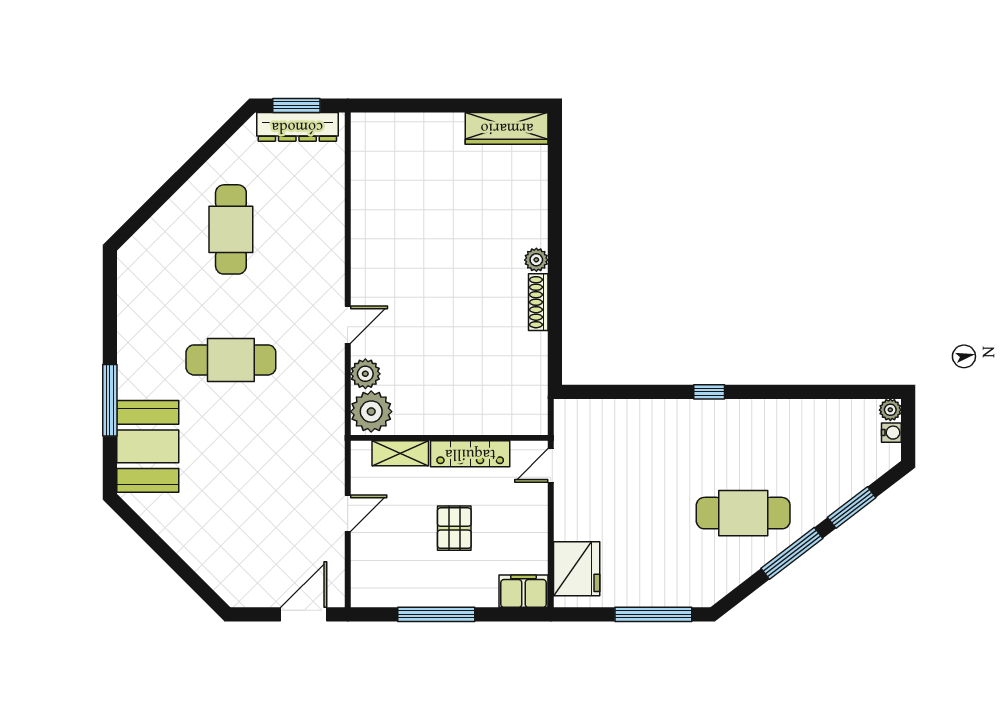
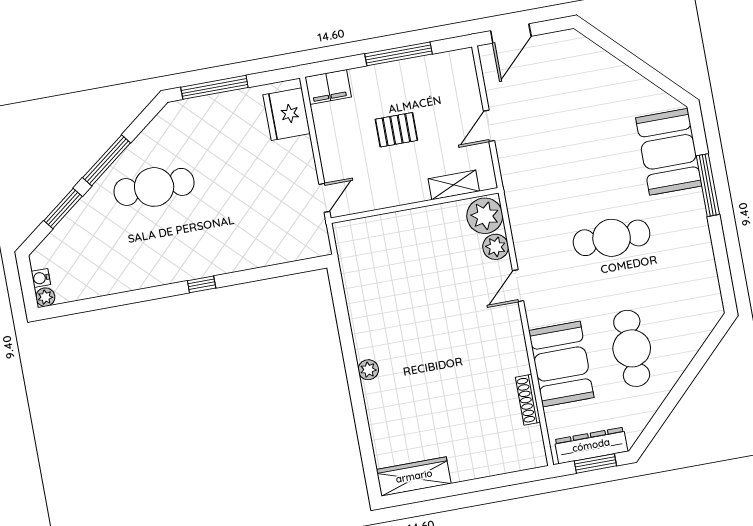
booth: (315, 226) -> (561, 364), added
shoe rack: (538, 302) -> (528, 400), moved, turned 180
locker: (470, 454) -> (394, 195), removed
pallet: (454, 528) -> (396, 130), turned 90

